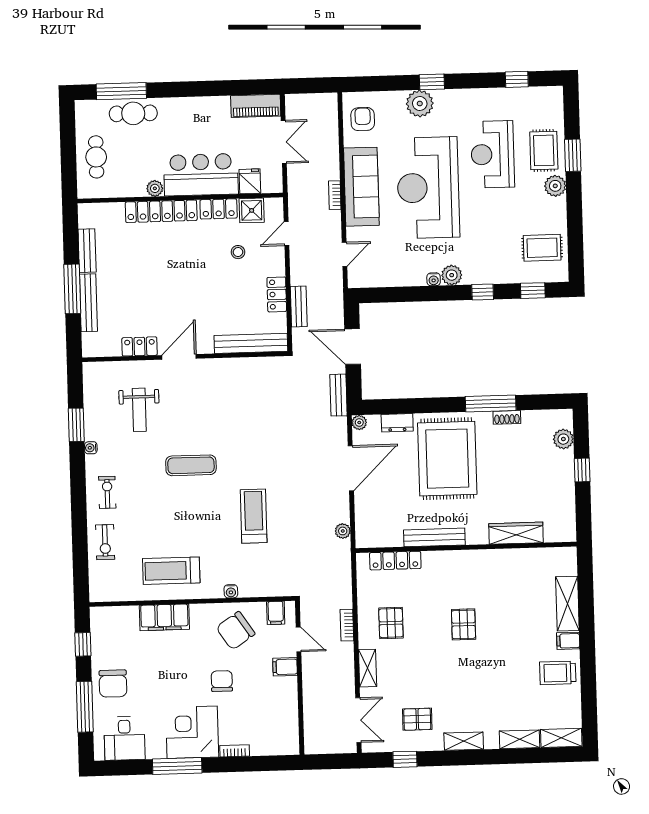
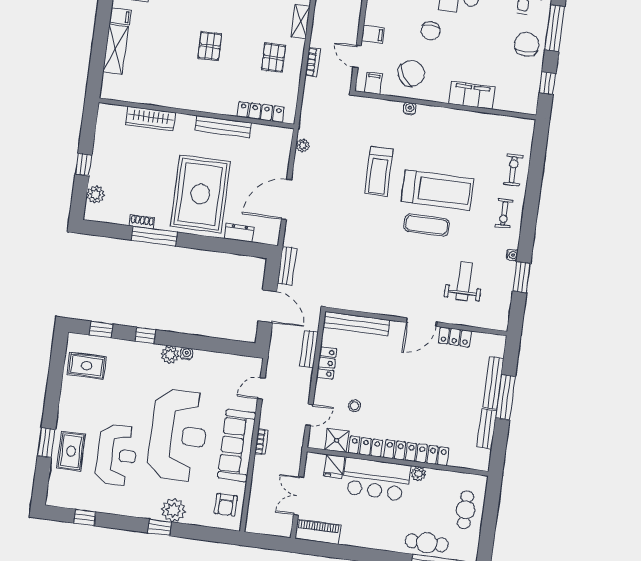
plant: (555, 186) -> (66, 418), removed
plant: (359, 423) -> (273, 238), removed
treadmill: (171, 571) -> (437, 190), moved, width x1.37, depth x1.38

